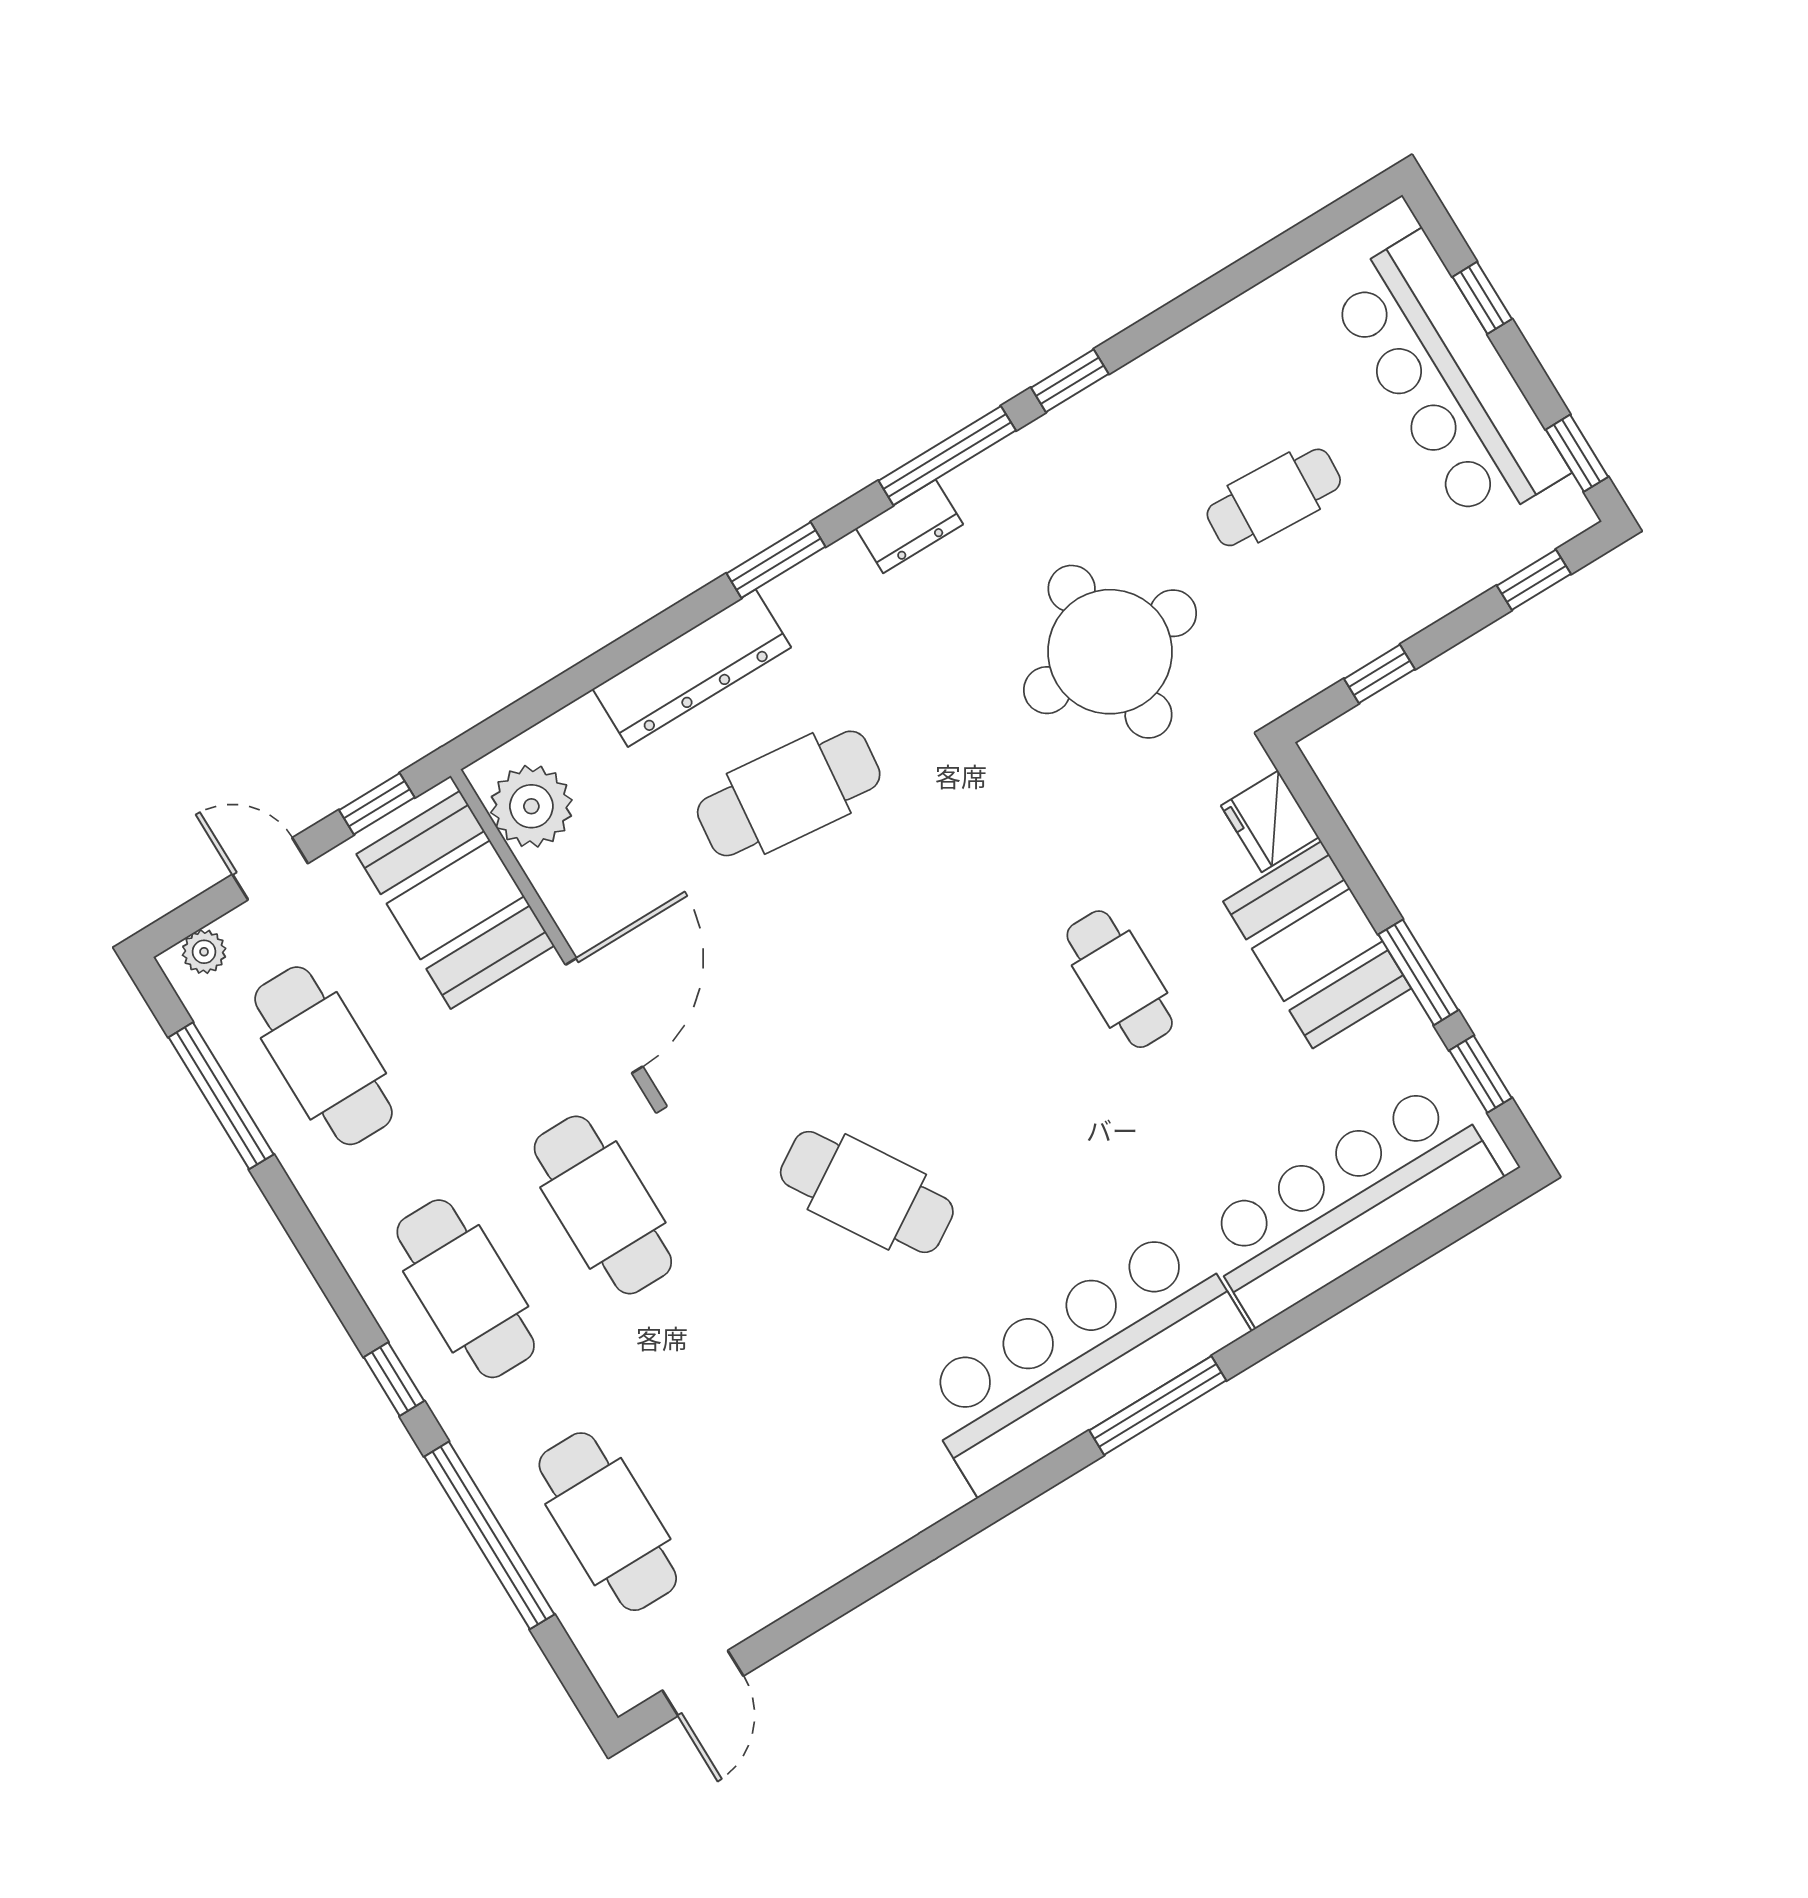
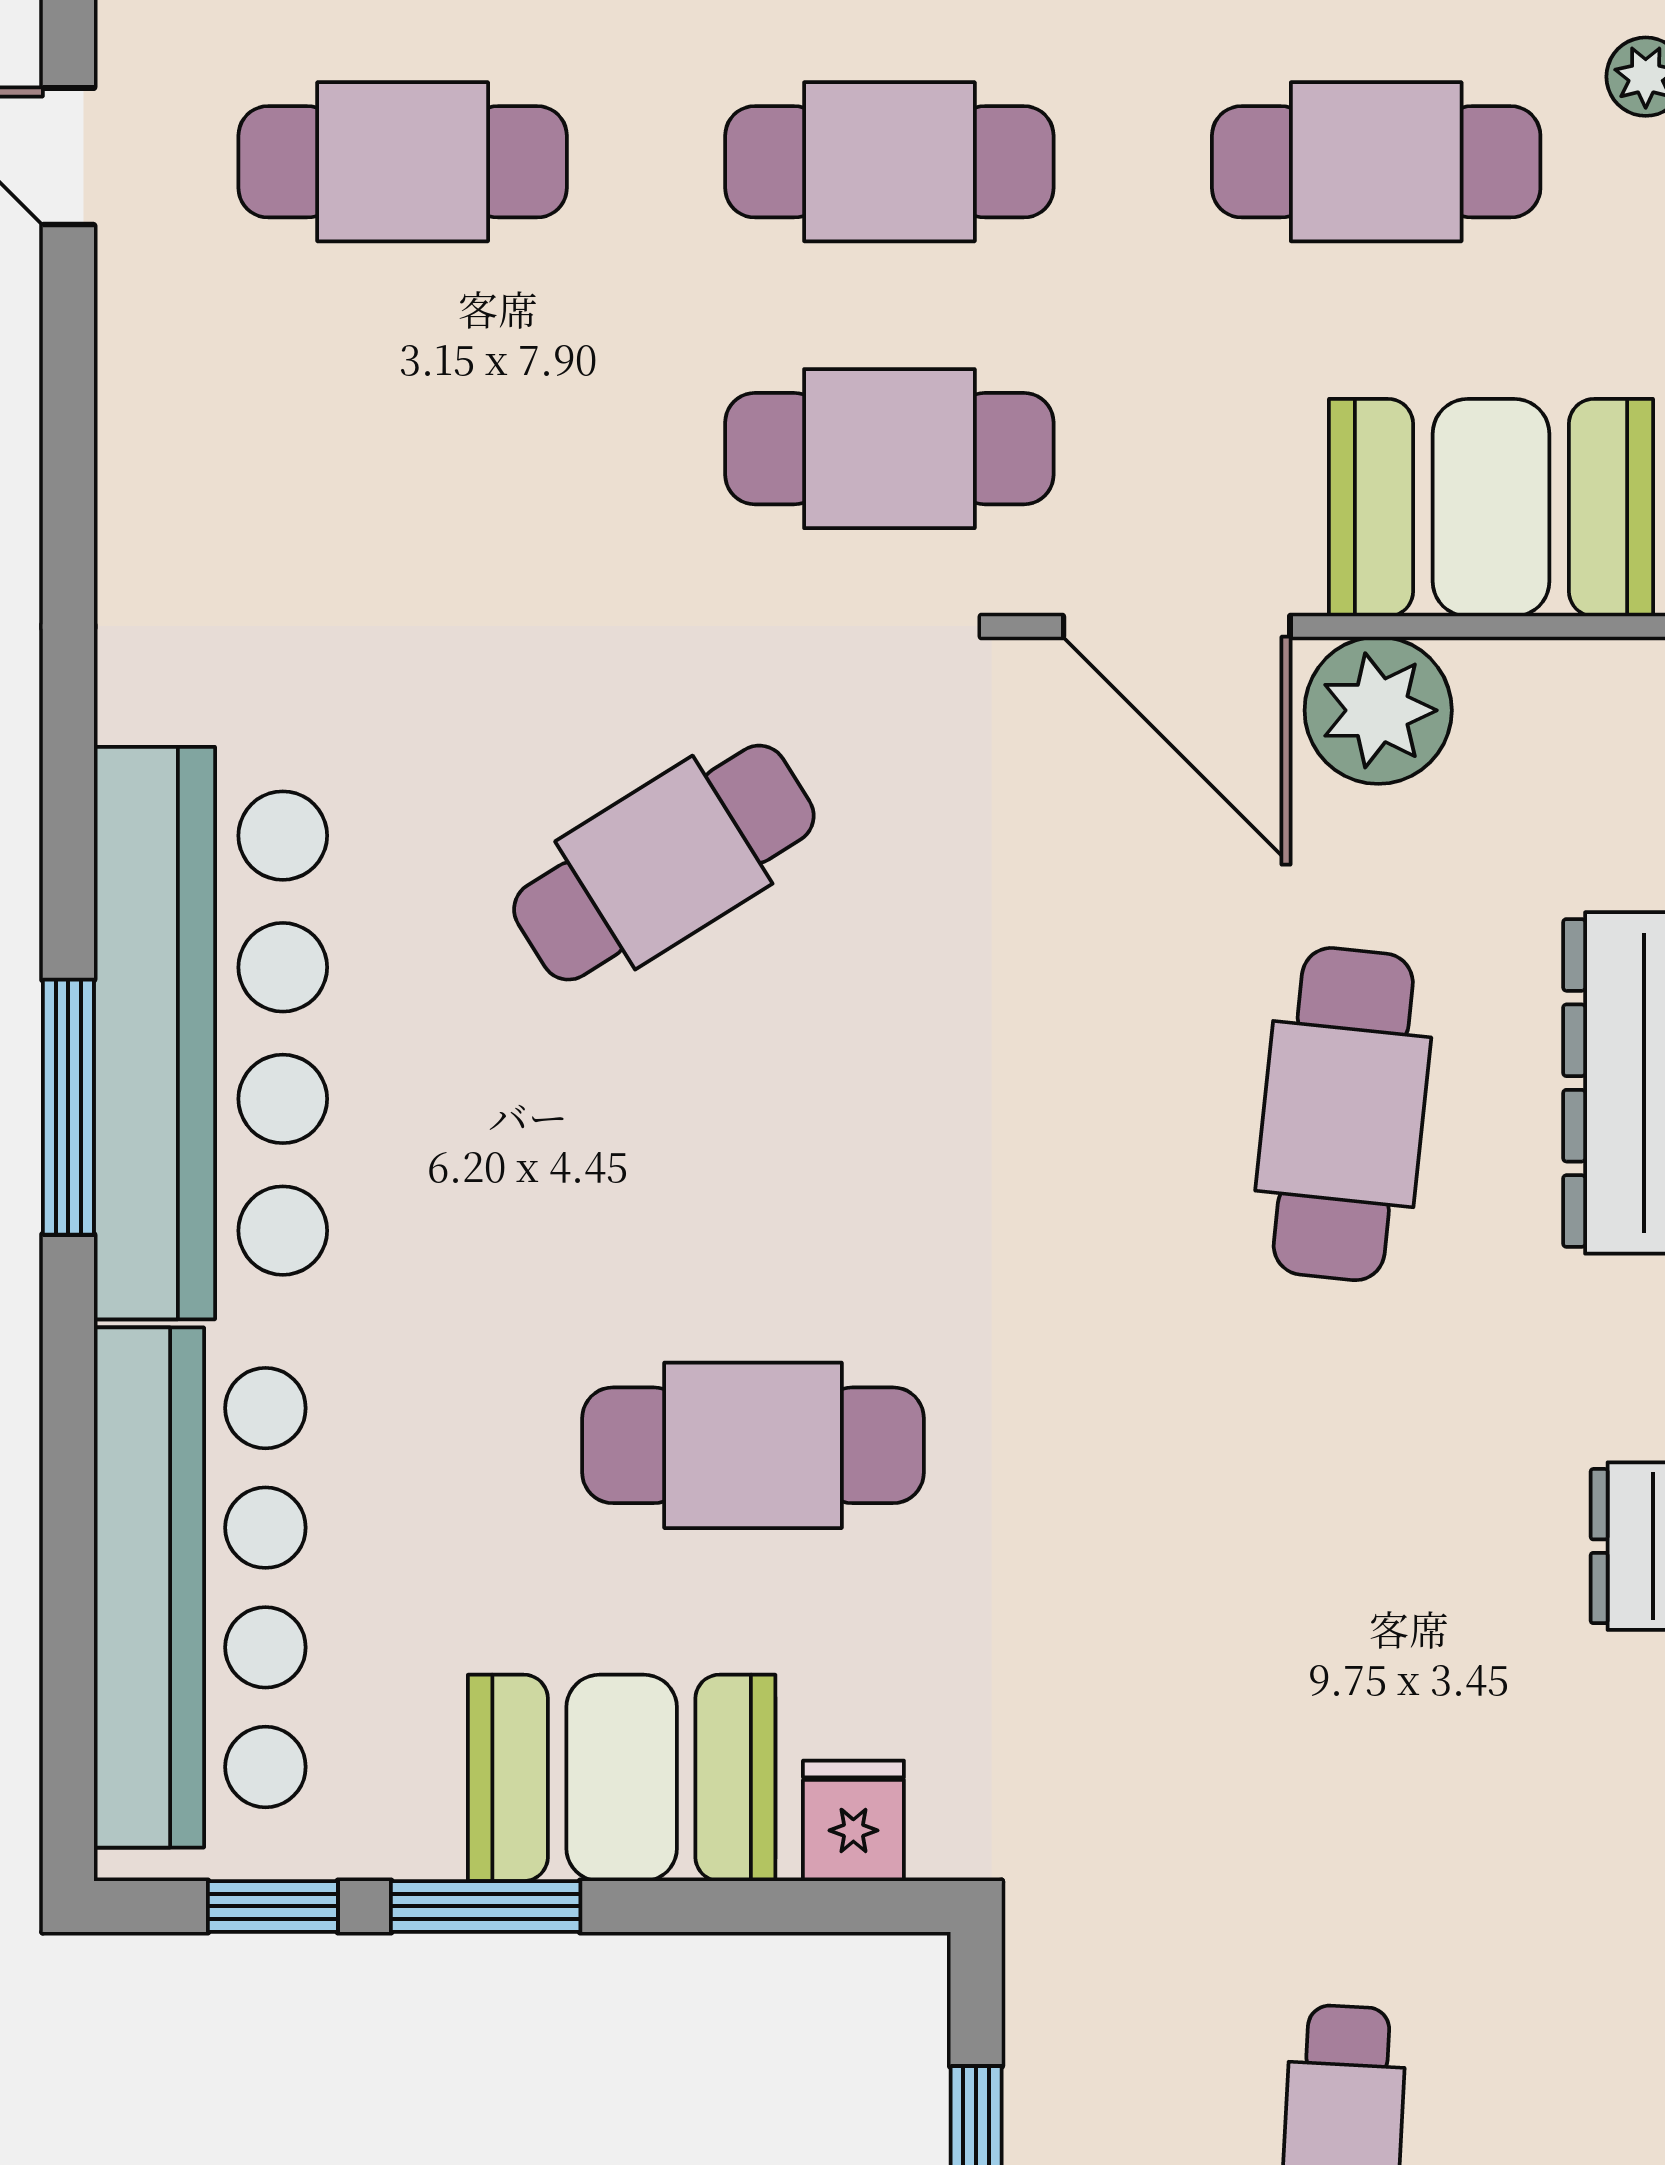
round table: (1110, 652) -> (1260, 1735), removed
plant: (531, 806) -> (1378, 710), moved
fridge: (1270, 821) -> (853, 1821), width x0.72
cafe table: (1120, 979) -> (753, 1445), width x1.37, depth x1.35

